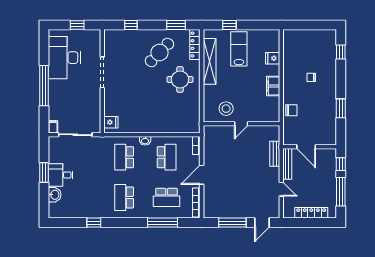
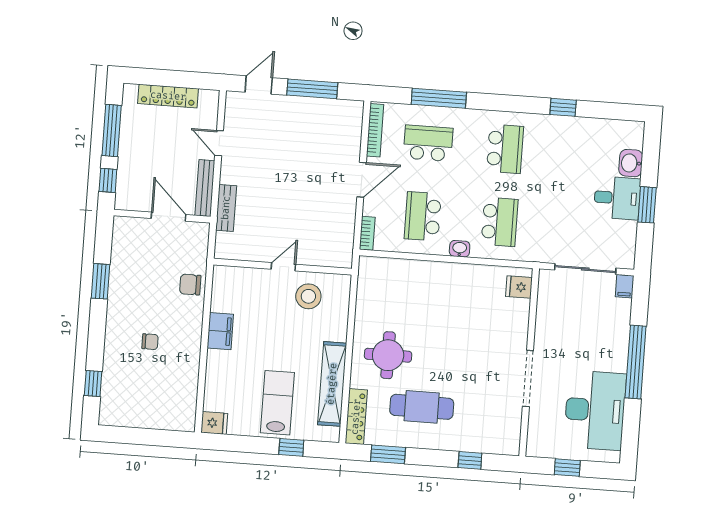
lab bench: (239, 49) -> (277, 403), turned 180
cafe table: (159, 52) -> (422, 407), turned 46
fridge: (273, 58) -> (214, 423), moved

